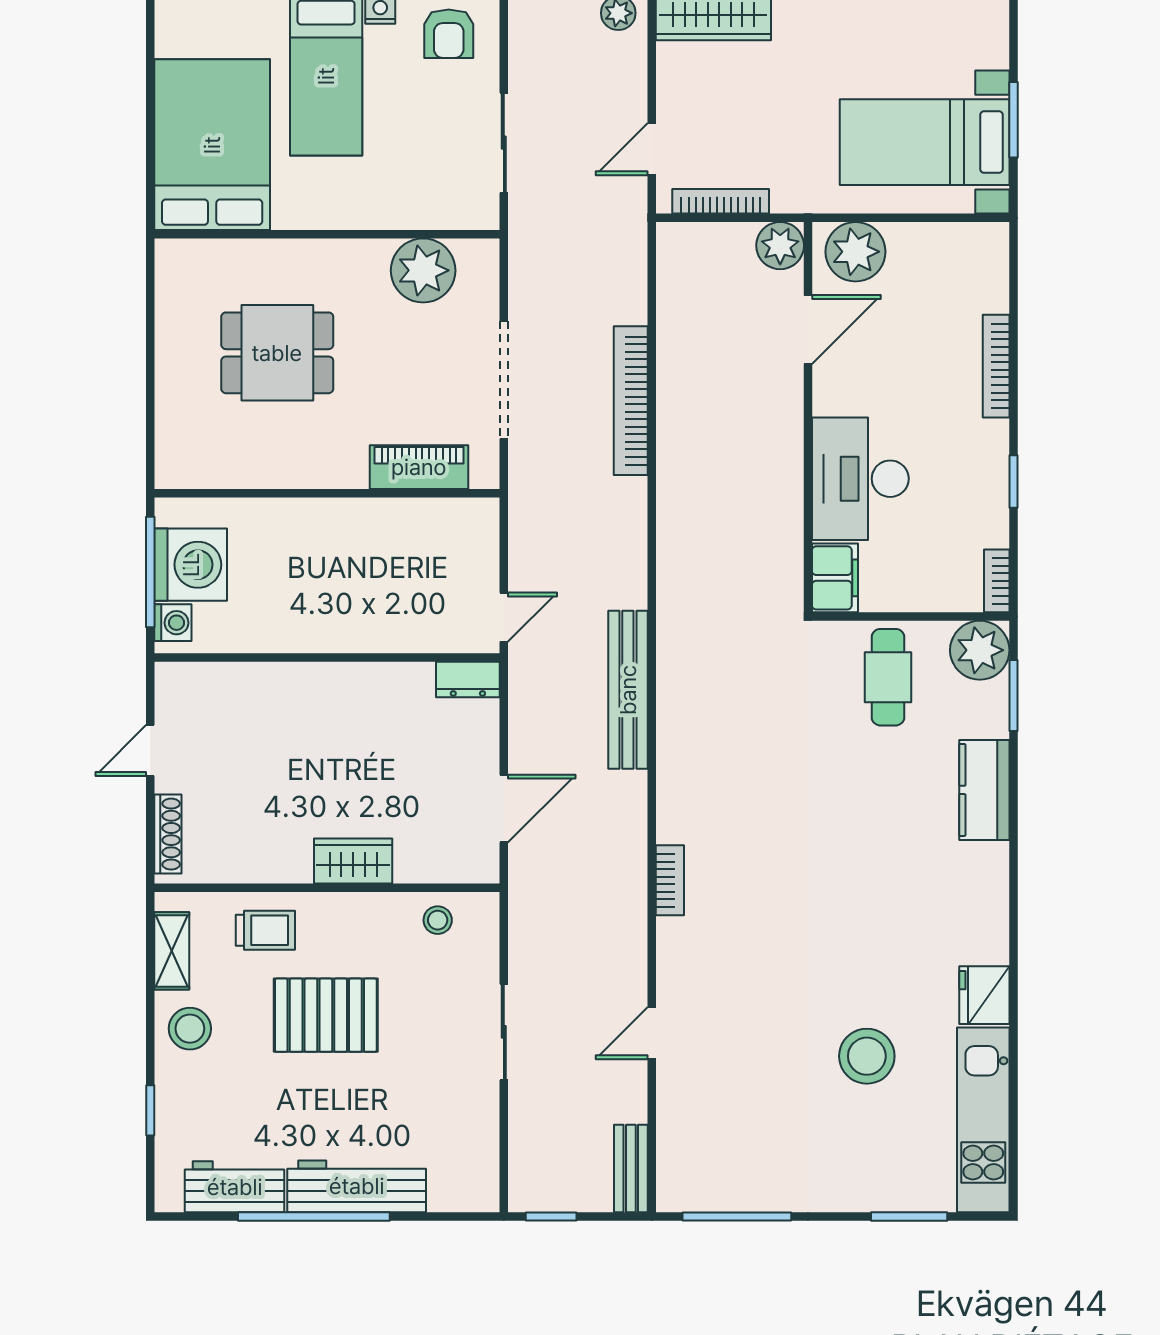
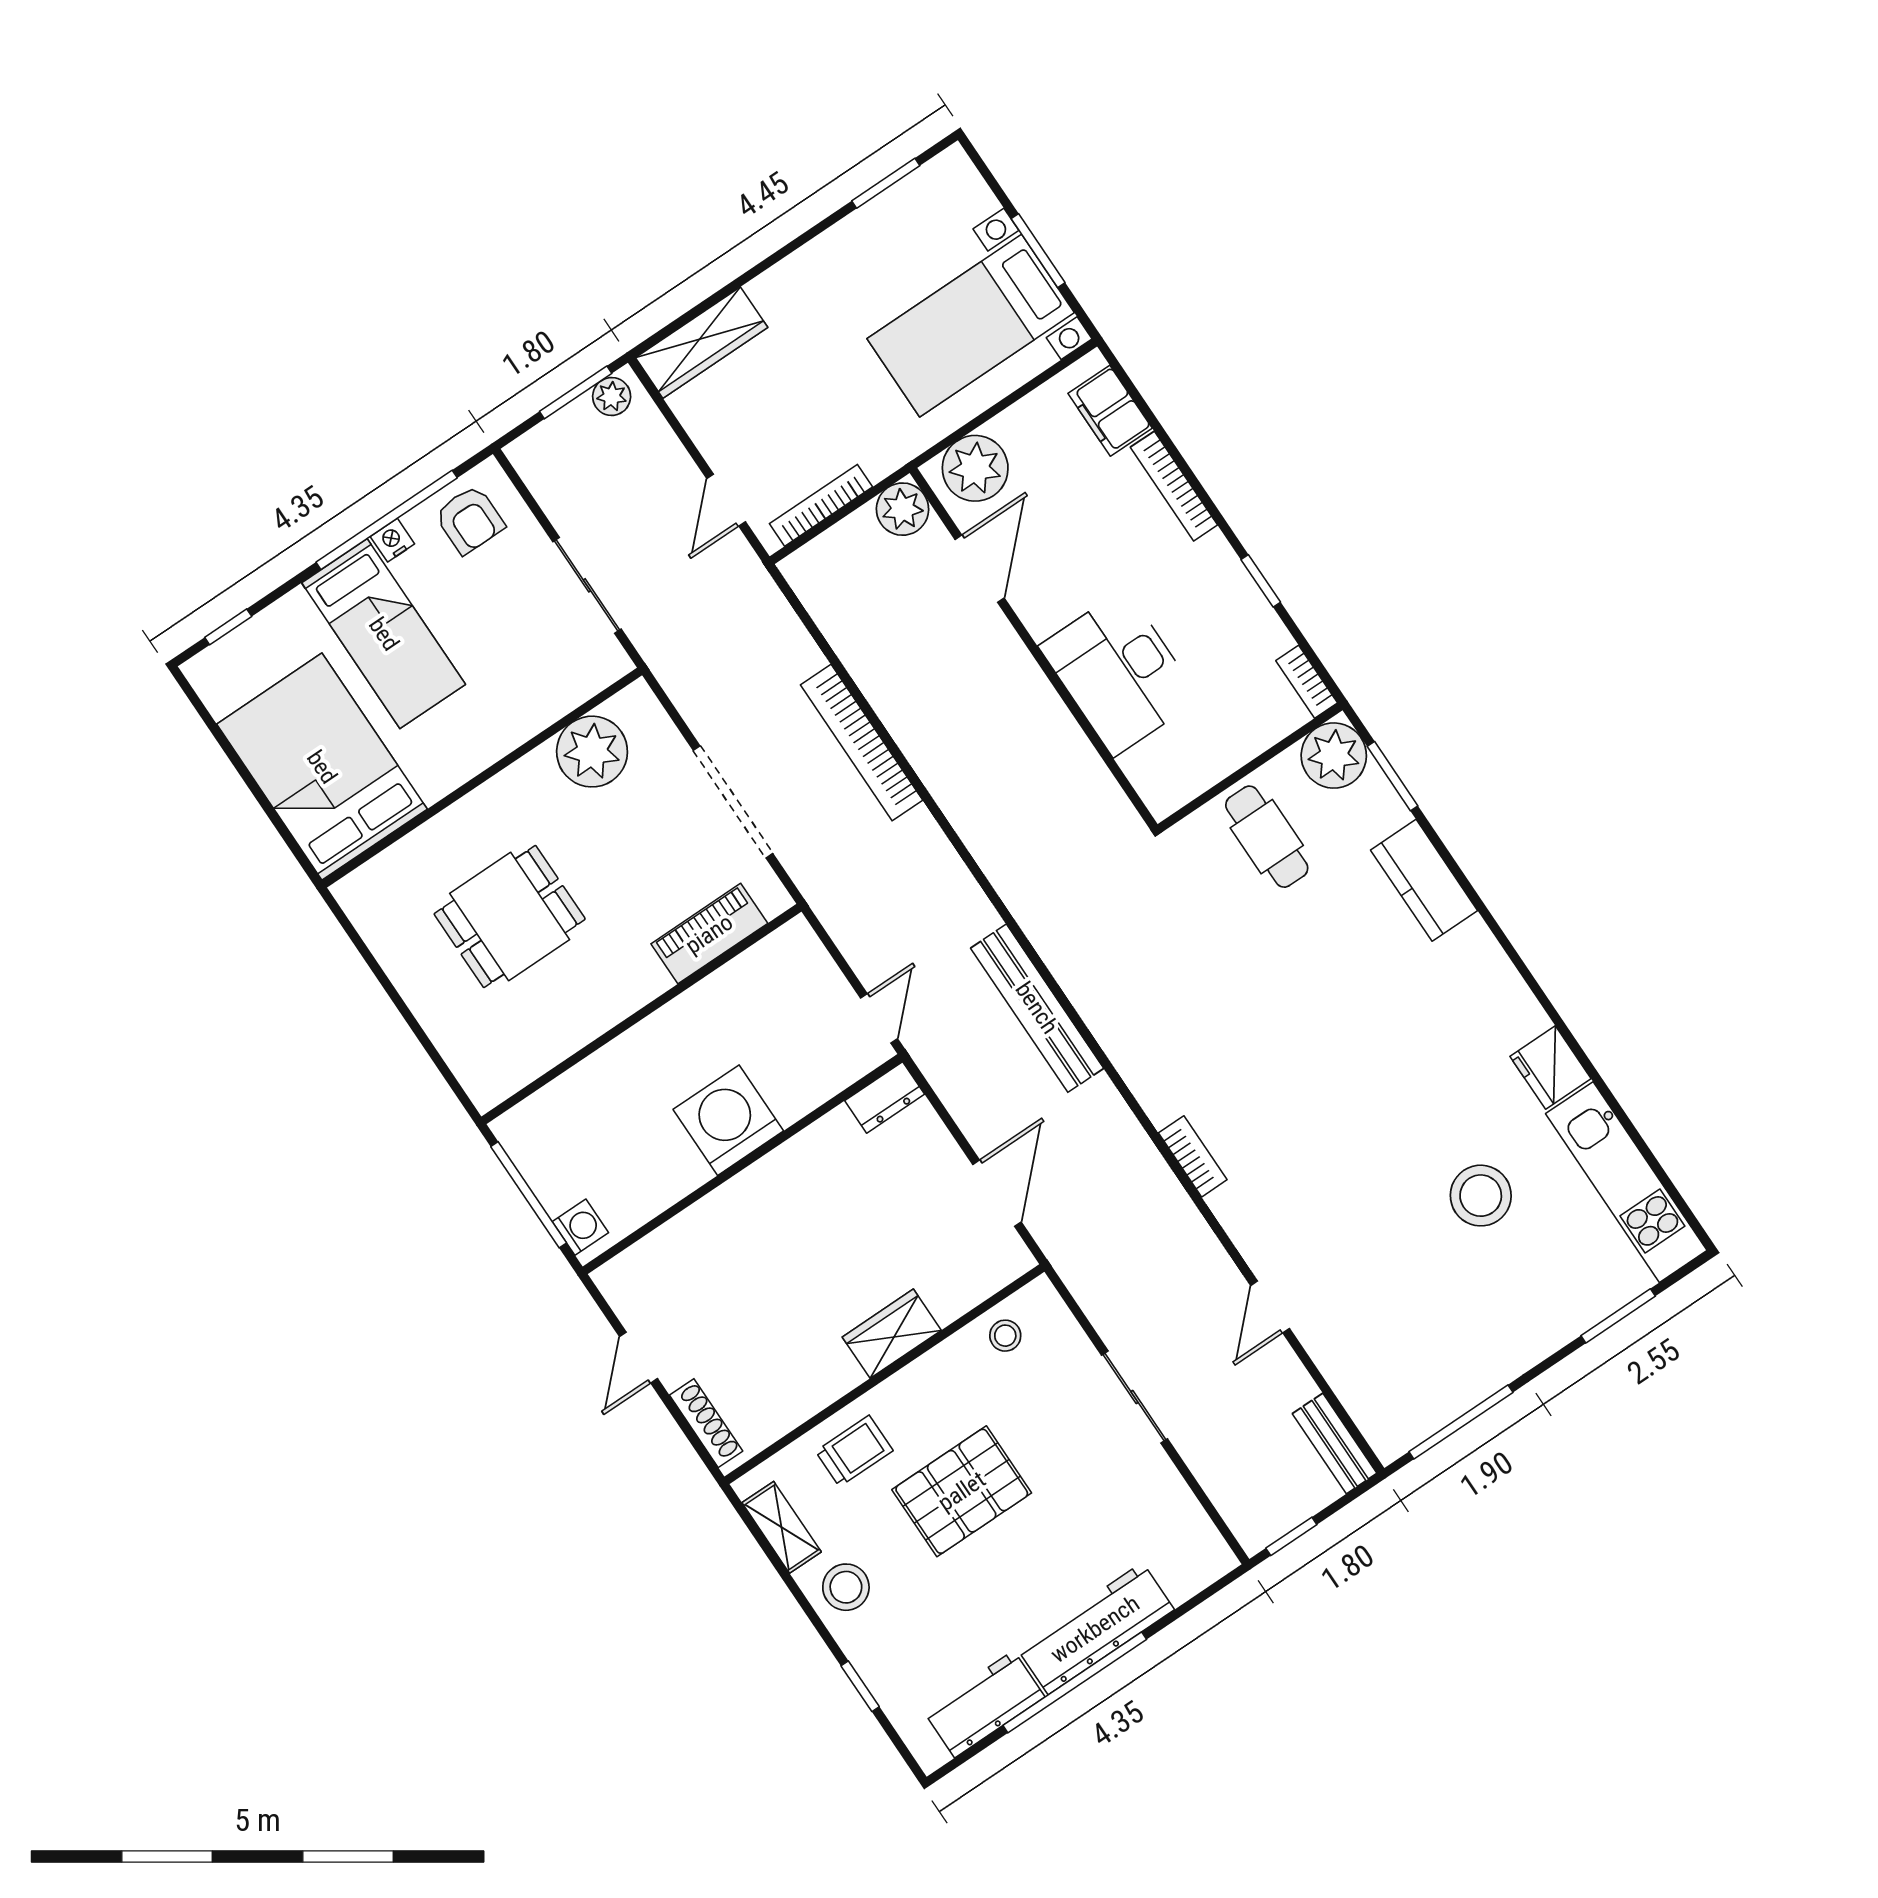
washing machine: (191, 565) -> (728, 1120), moved, turned -90
filing cabinet: (835, 578) -> (1110, 411), moved, turned 180

